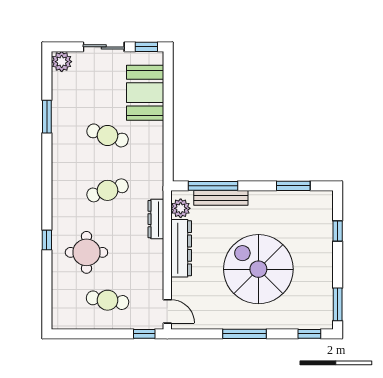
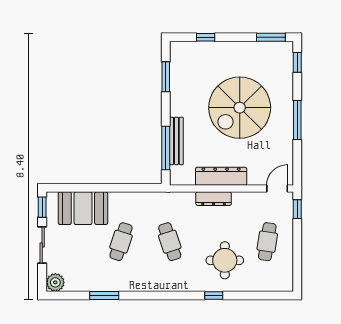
plant: (181, 208) -> (186, 177), removed
dresser: (156, 219) -> (214, 199), moved

